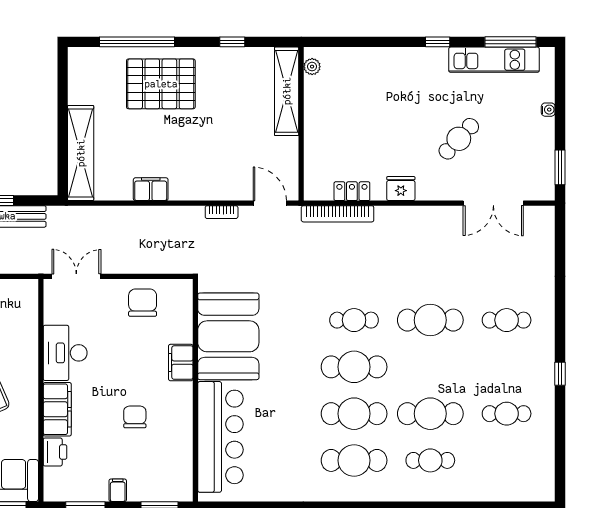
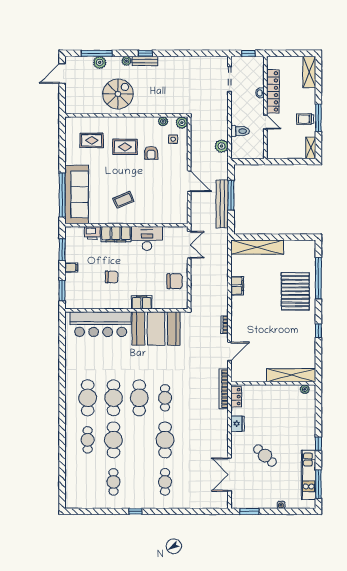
plant: (312, 67) -> (305, 389), moved
shelving: (287, 91) -> (291, 375), moved
wall: (301, 124) -> (273, 383), moved

